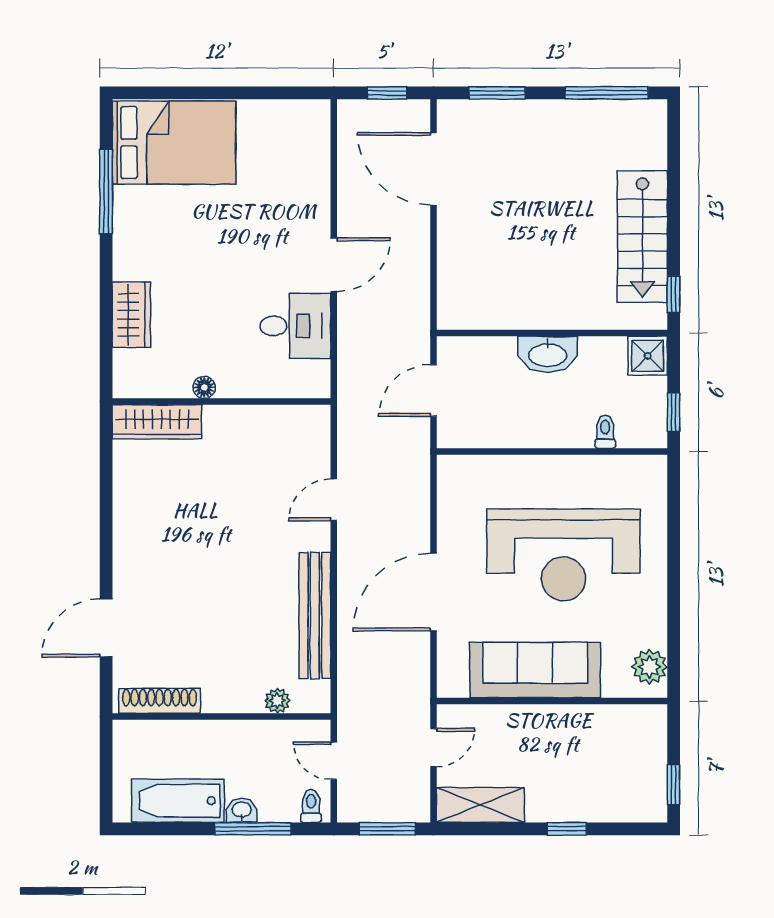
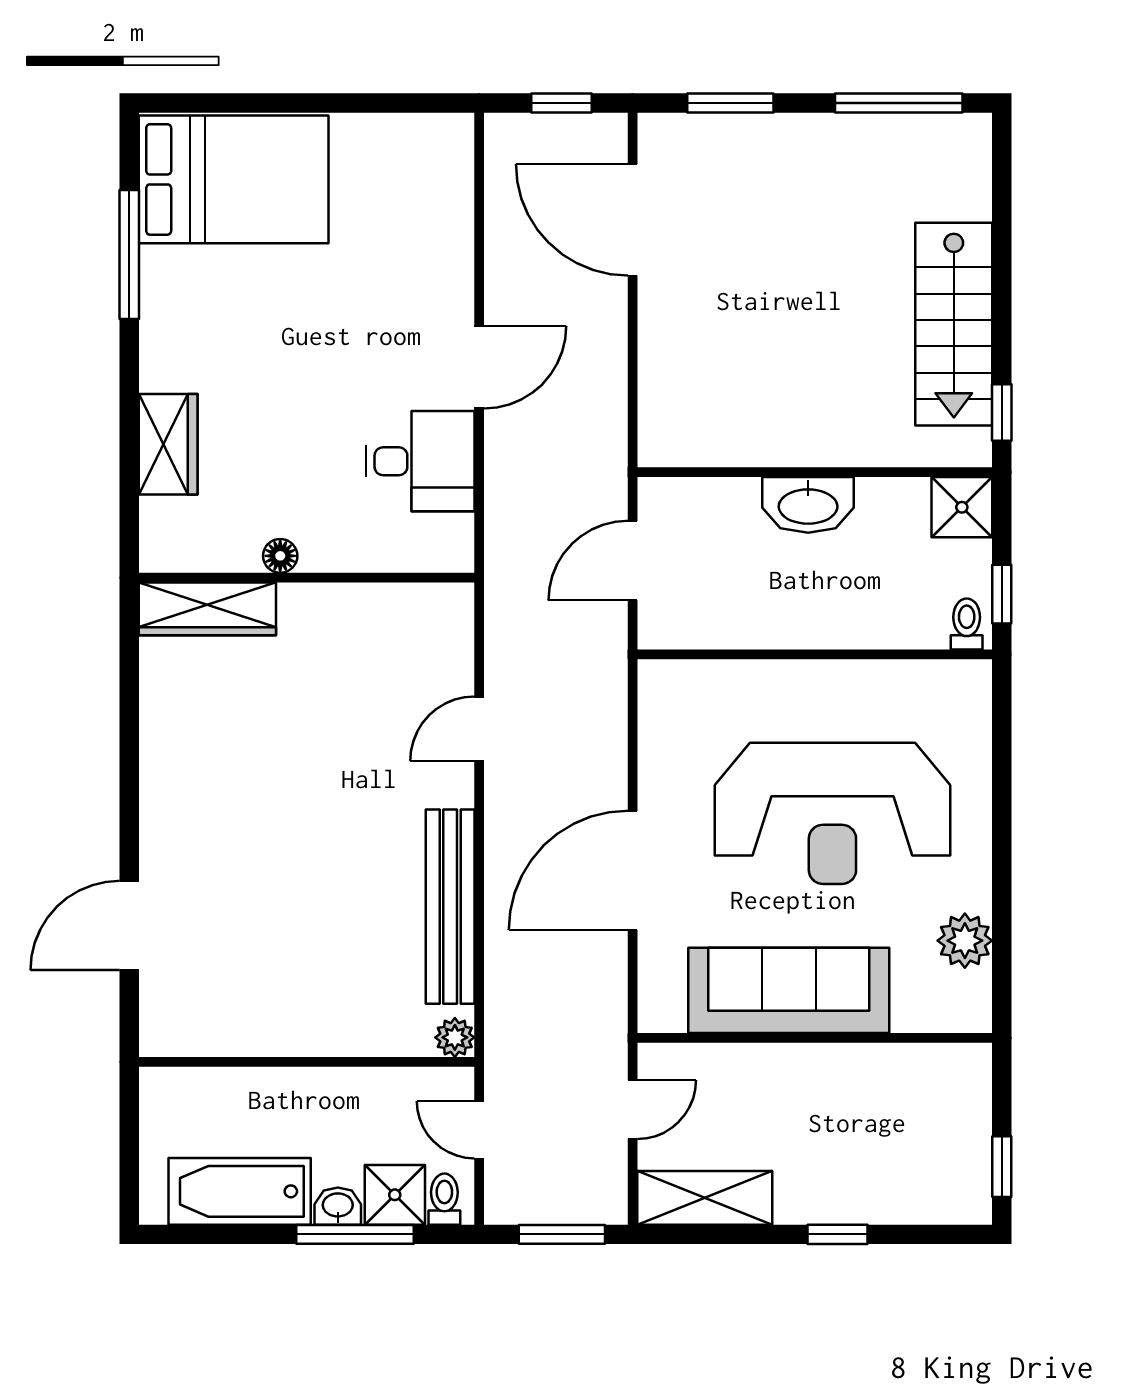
toilet: (605, 432) -> (967, 624), moved
plant: (650, 667) -> (965, 941), moved
shoe rack: (160, 701) -> (211, 1038), removed
plant: (277, 701) -> (455, 1037), moved
shower: (279, 803) -> (395, 1195), added

